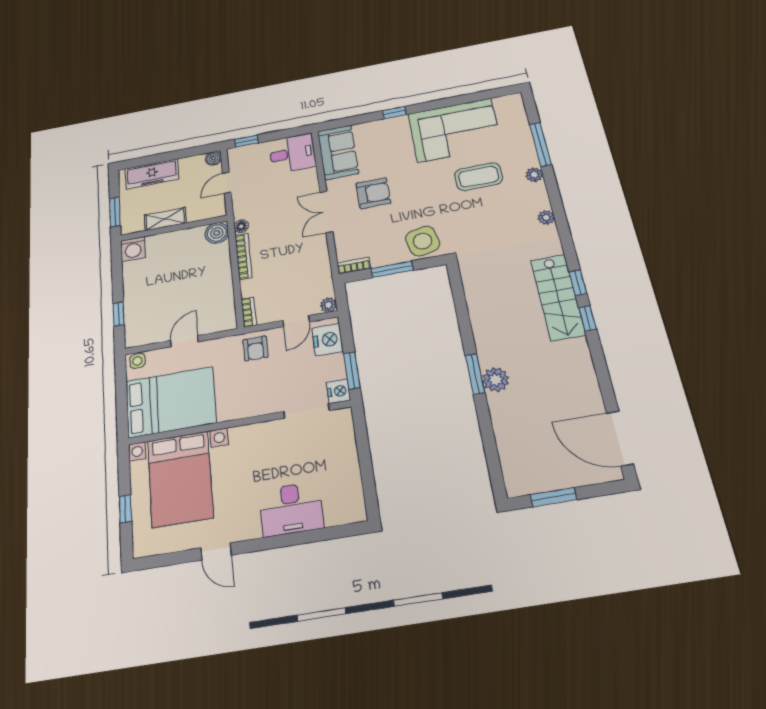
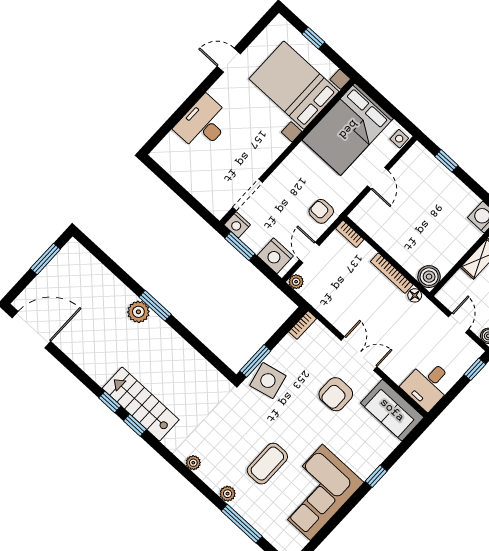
window: (392, 269) -> (255, 361), moved

